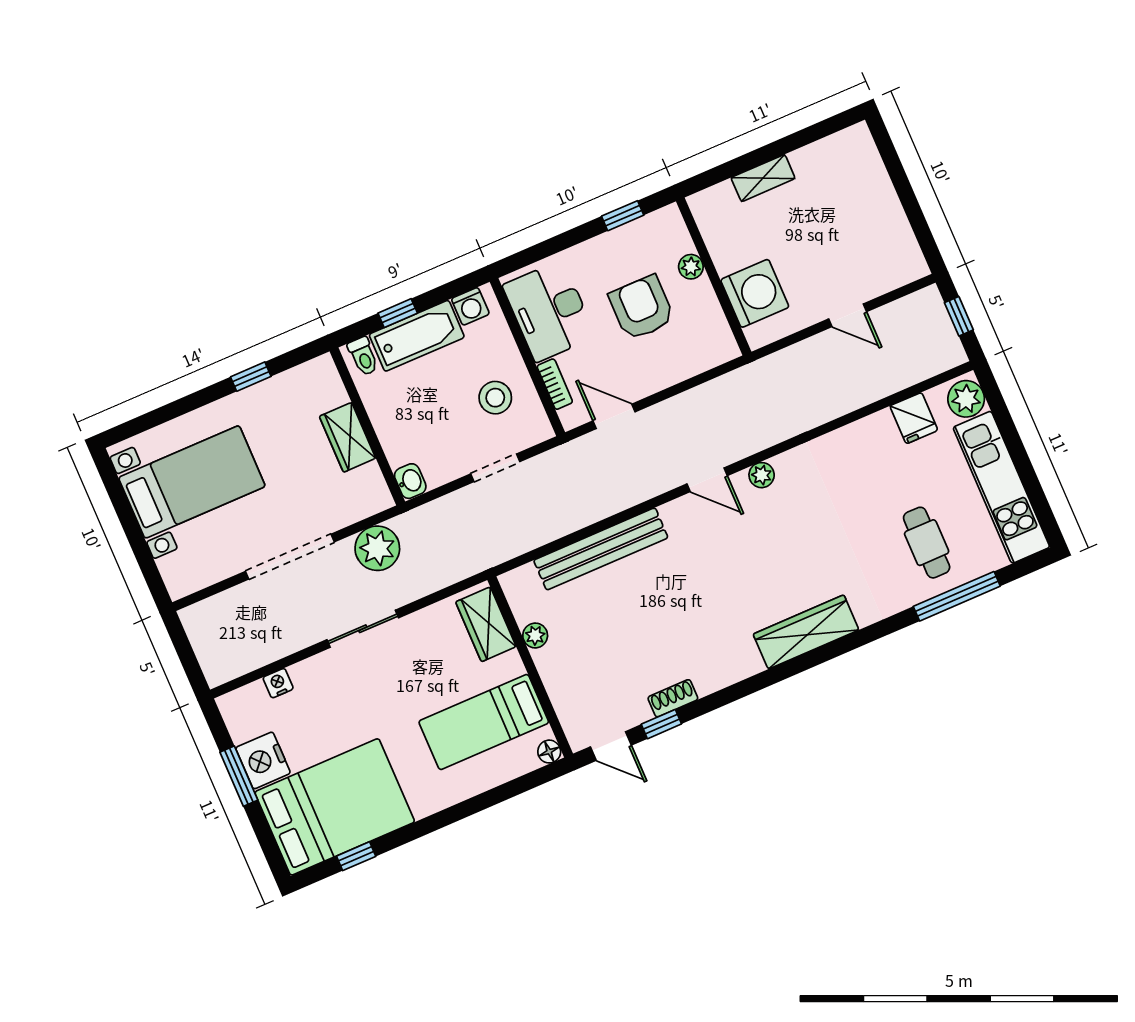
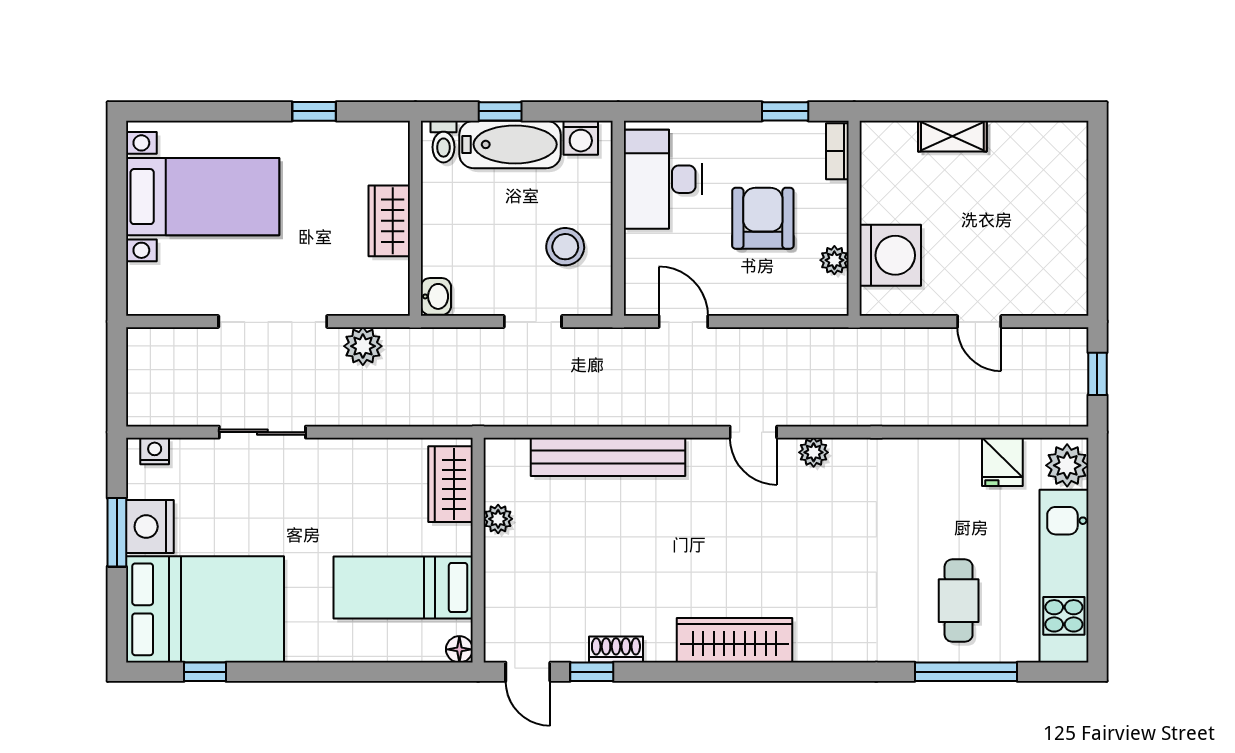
plant: (691, 267) -> (834, 260), moved
bookcase: (555, 384) -> (837, 151), moved, turned 180
plant: (377, 548) -> (363, 346), width x0.73, depth x0.73
sliding door: (363, 629) -> (262, 432), moved
wardrobe: (806, 632) -> (734, 640), moved
nightstand: (278, 683) -> (155, 451), moved

